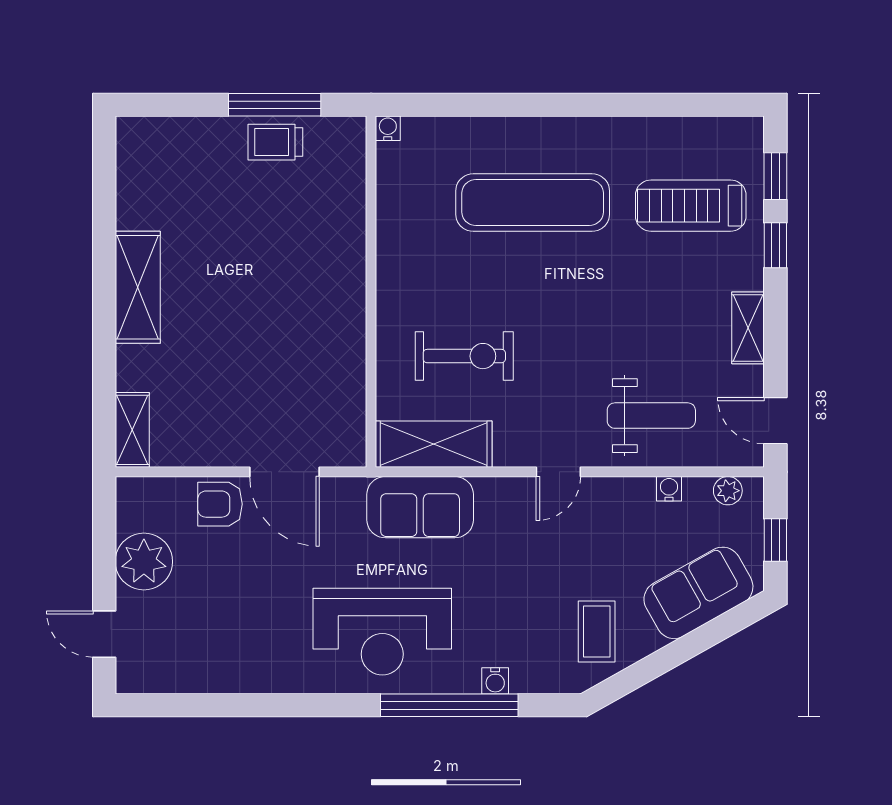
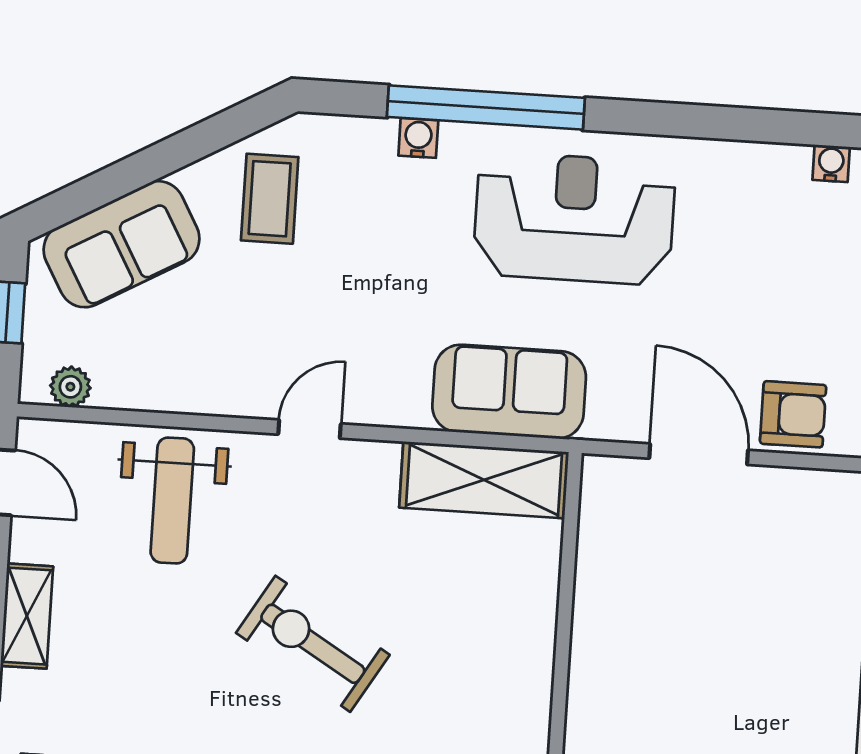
exercise bike: (464, 356) -> (313, 644), moved, turned 31
weight bench: (651, 416) -> (172, 500), turned -90
water cooler: (669, 489) -> (831, 163), moved, turned 180

